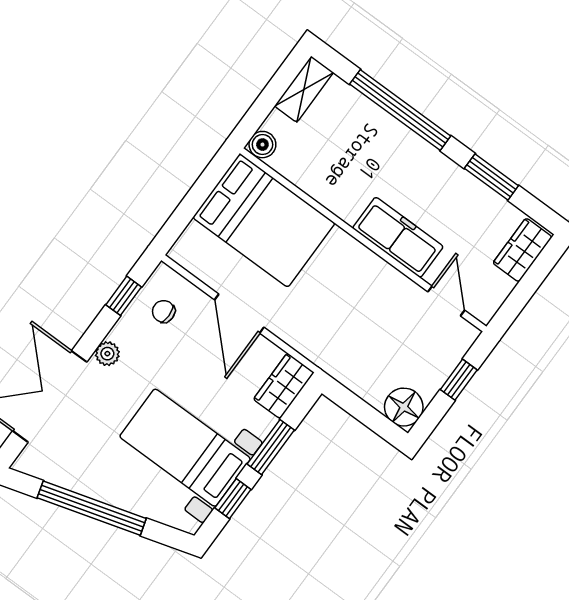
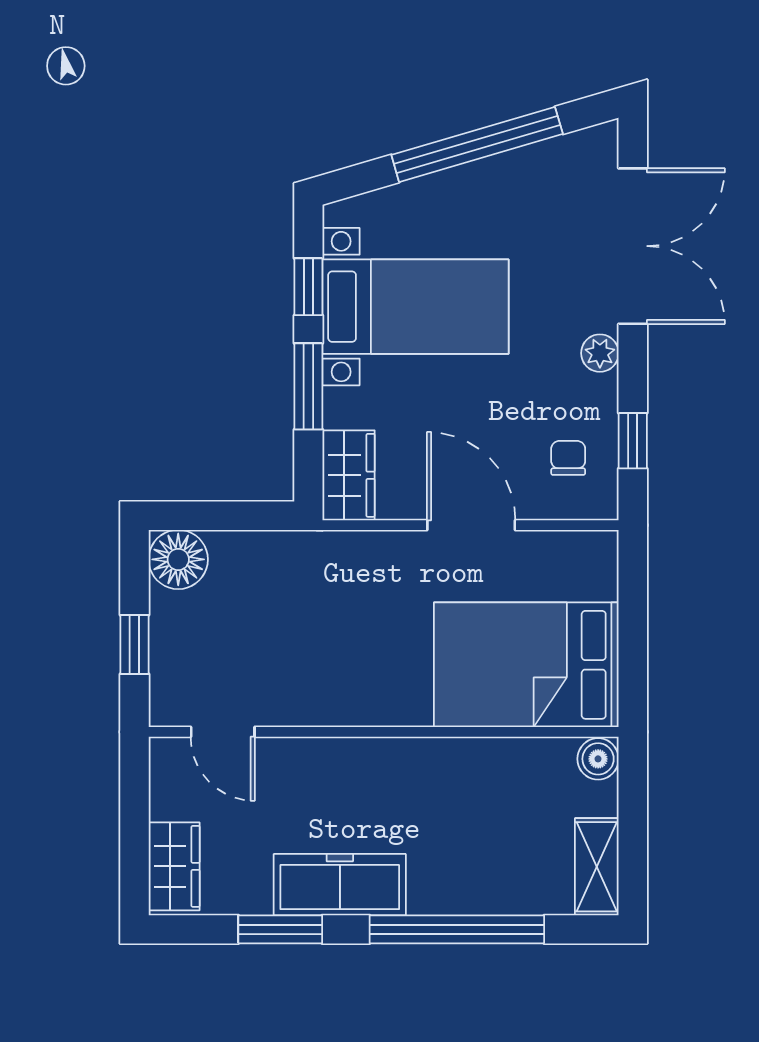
freezer: (398, 237) -> (340, 885), moved, turned 180
chair: (164, 311) -> (568, 458), turned -90

